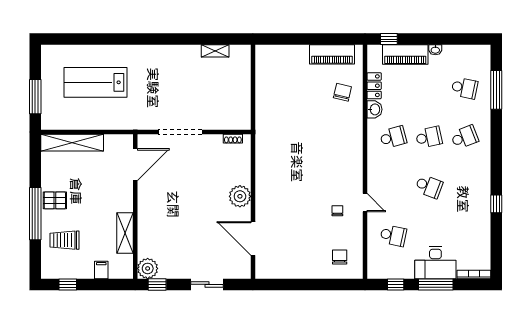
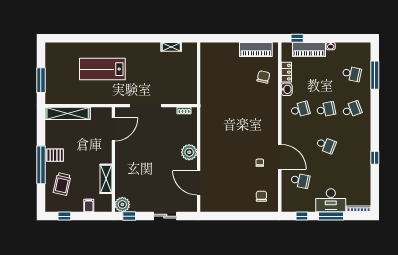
lab bench: (95, 82) -> (102, 69), moved
door: (365, 203) -> (280, 157), width x1.87
trolley: (64, 240) -> (62, 184), turned -77

